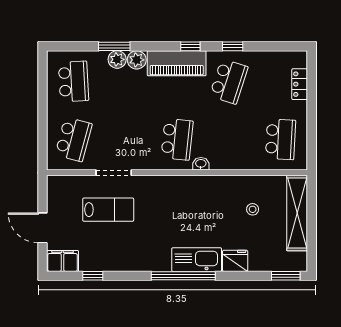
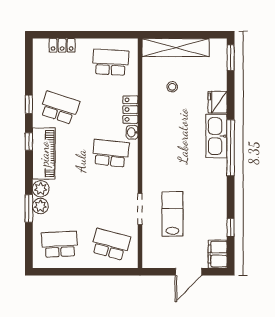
locker: (227, 162) -> (130, 110), added

